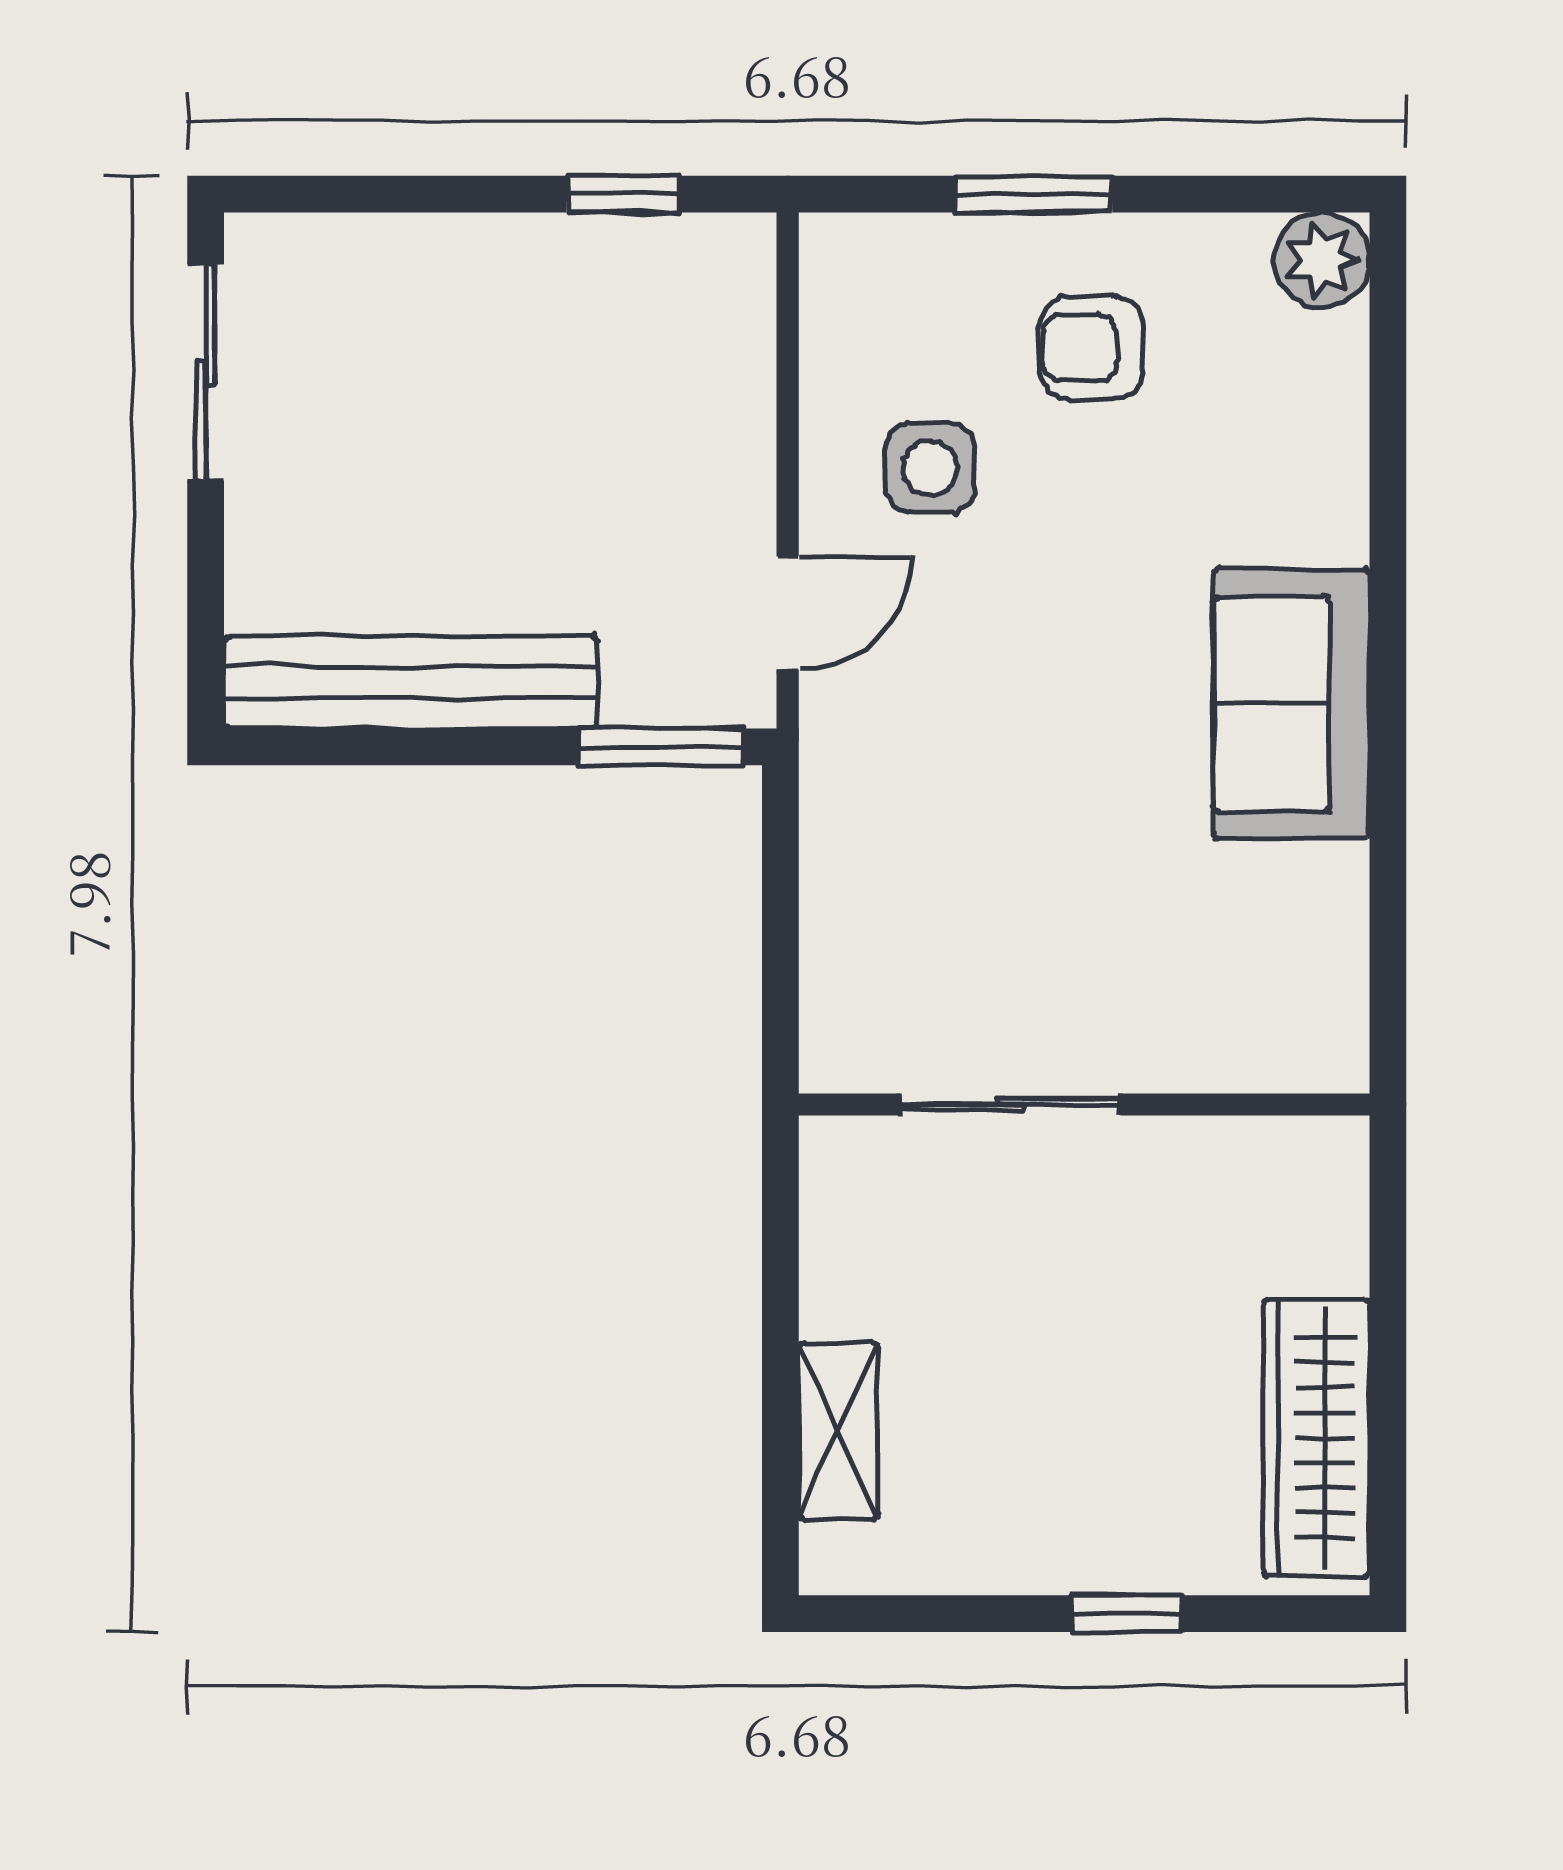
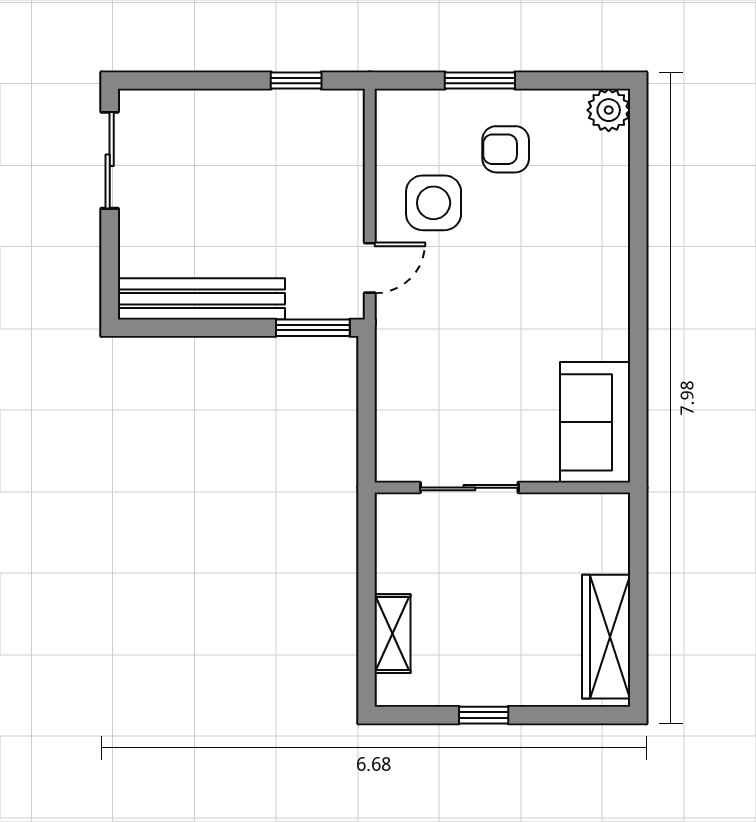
side table: (930, 468) -> (434, 203), width x1.37, depth x1.37
sofa: (1292, 704) -> (595, 422), moved
window: (1127, 1614) -> (484, 715), moved

